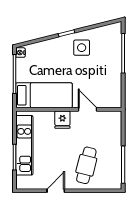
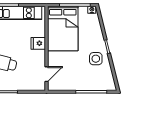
bed: (44, 95) -> (63, 29), width x1.50
door: (88, 109) -> (47, 74), moved

